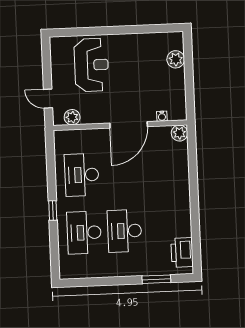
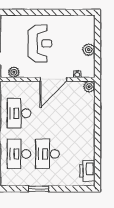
plant: (176, 59) -> (89, 50), moved
reception desk: (91, 65) -> (40, 44), moved
window: (156, 279) -> (39, 189), moved

